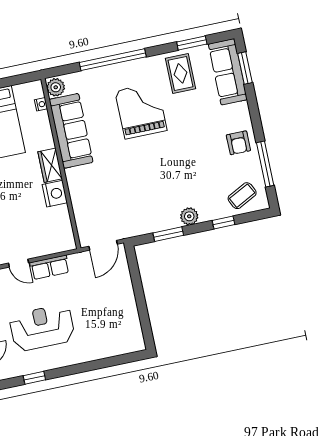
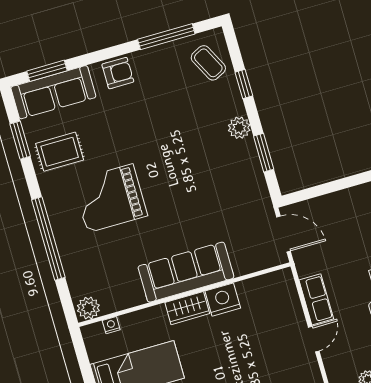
sofa: (71, 131) -> (186, 272), moved
armchair: (238, 143) -> (118, 73), moved

